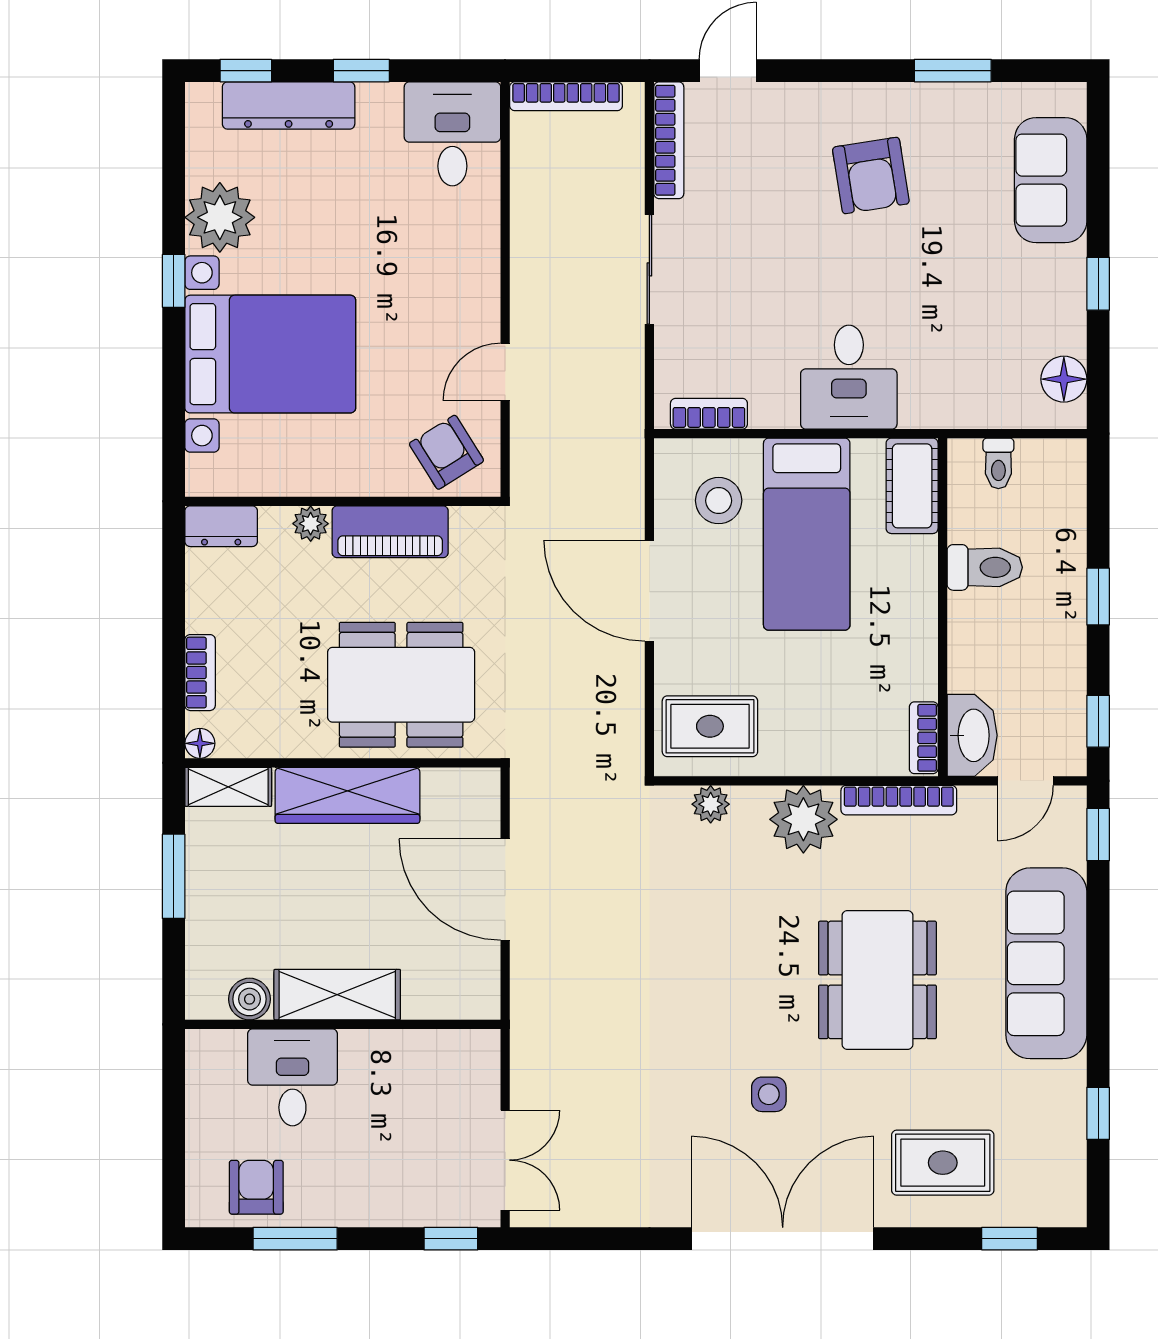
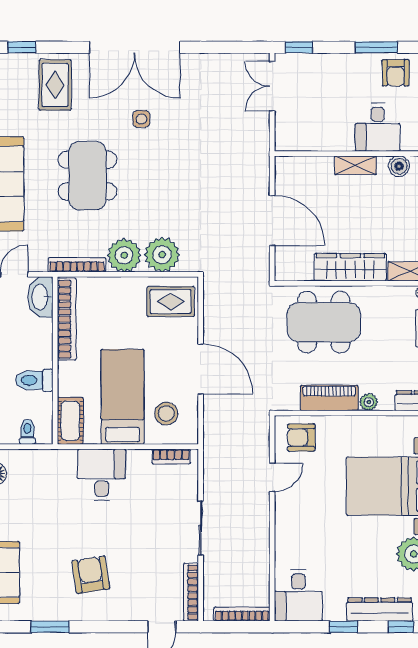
armchair: (446, 452) -> (301, 437), turned 122
bookcase: (924, 738) -> (67, 319), width x2.31, depth x1.31
plant: (711, 804) -> (162, 255), width x1.88, depth x1.88
shelving: (337, 995) -> (355, 165), width x0.67, depth x0.75
rug: (943, 1163) -> (55, 85), turned 90

